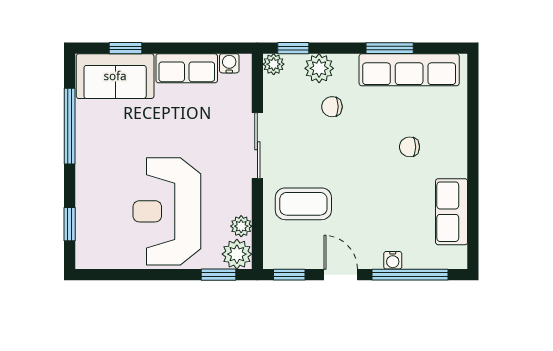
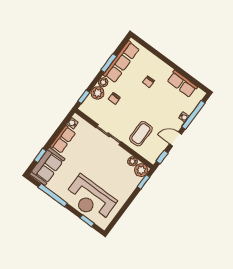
plant: (274, 64) -> (103, 82), moved
reception desk: (167, 211) -> (90, 199), moved

